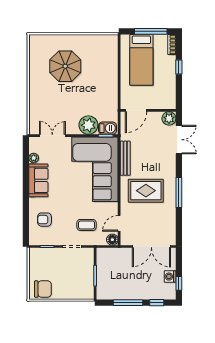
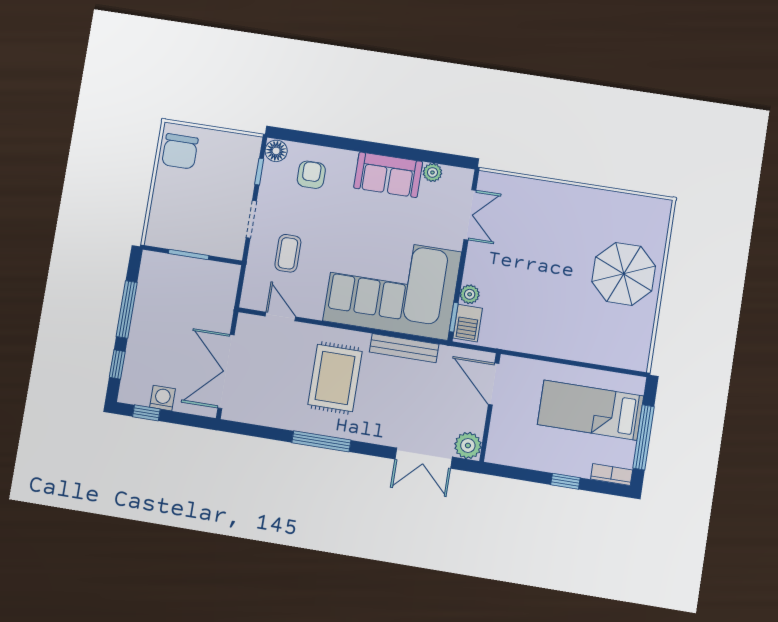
parasol: (65, 66) -> (624, 274), moved
plant: (88, 125) -> (470, 294), width x0.53, depth x0.53
floor lamp: (112, 240) -> (276, 151), moved

